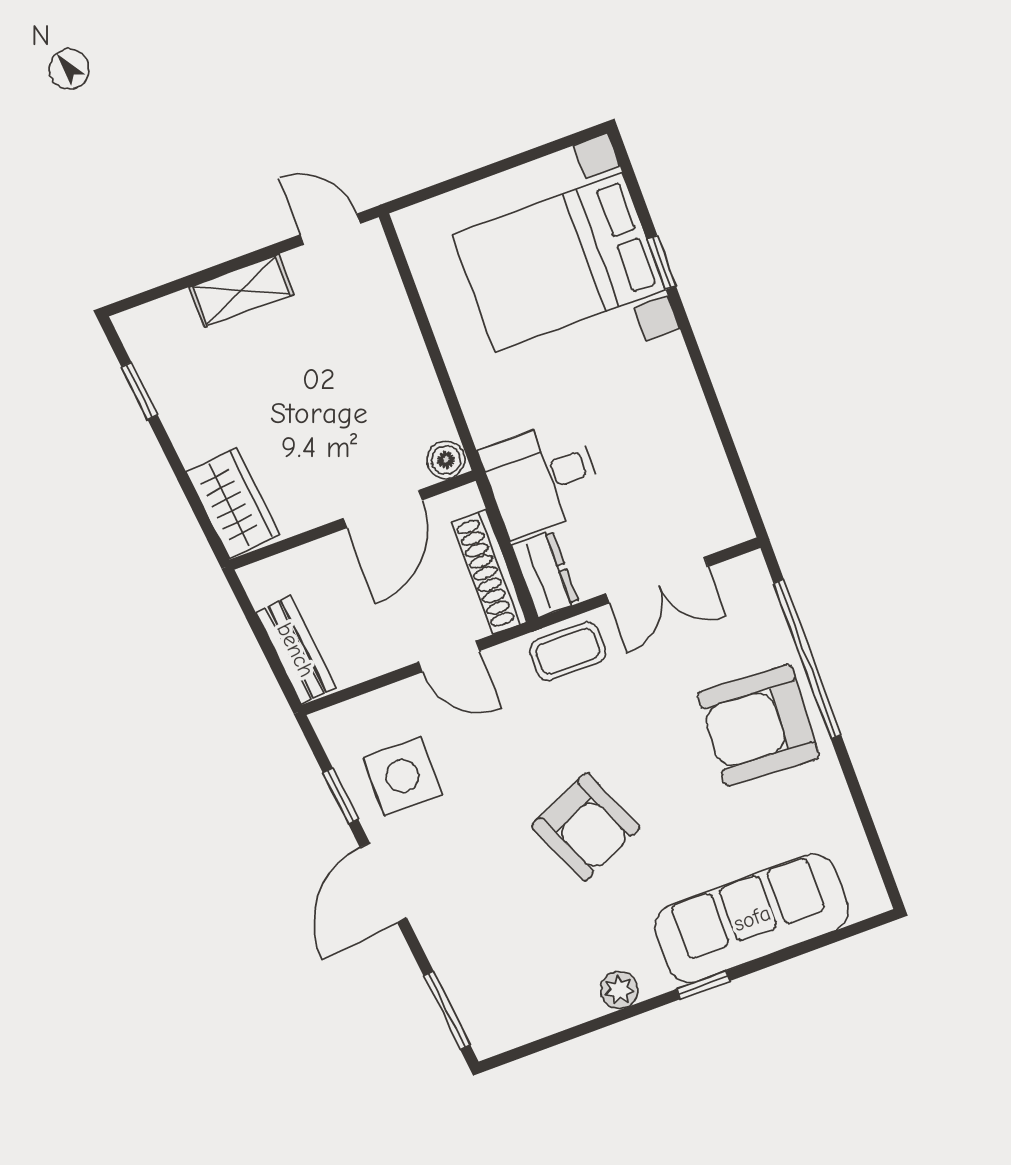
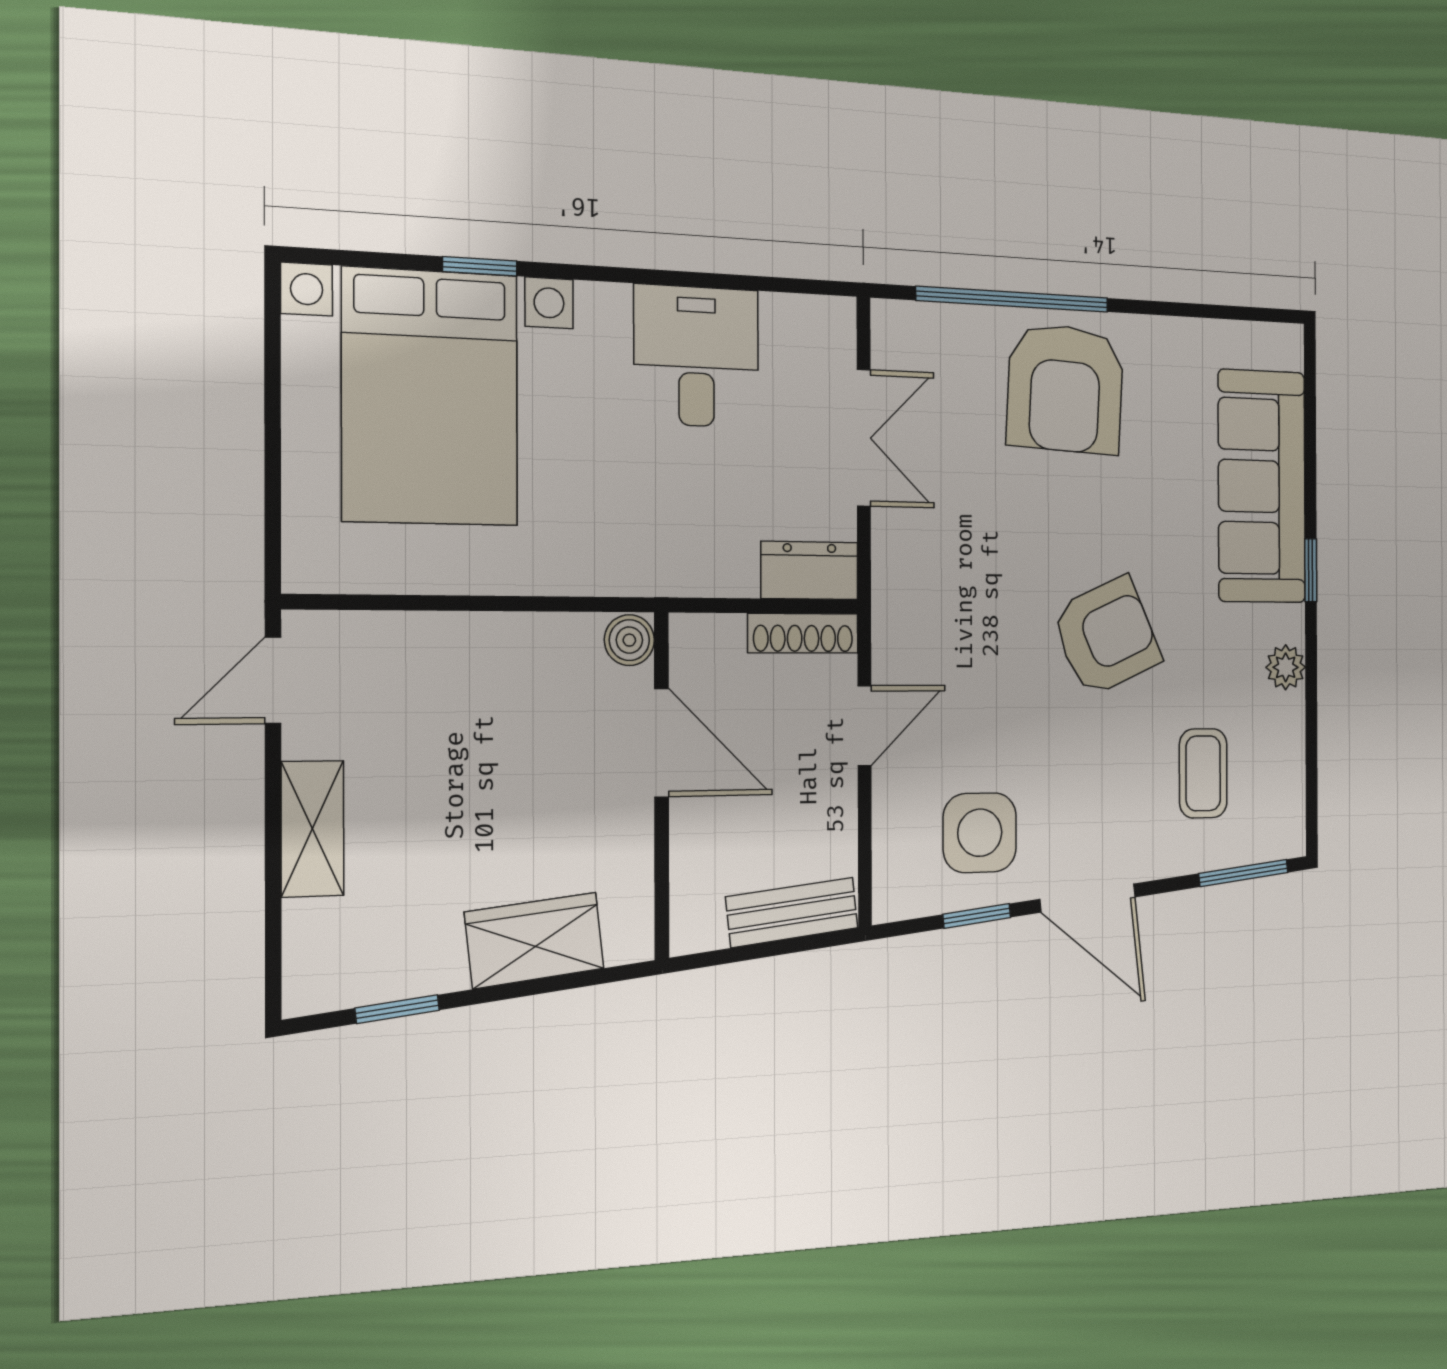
desk: (542, 478) -> (696, 356), moved, turned 180
wardrobe: (233, 503) -> (535, 940), moved
shoe rack: (489, 572) -> (803, 633), width x0.74, depth x0.81
coffee table: (568, 651) -> (1203, 773), moved

